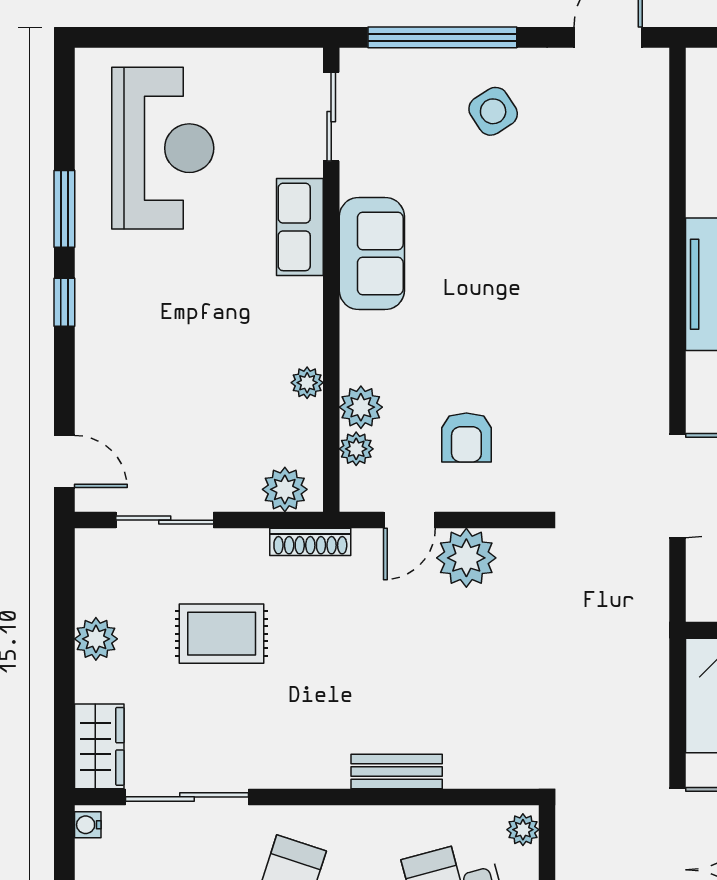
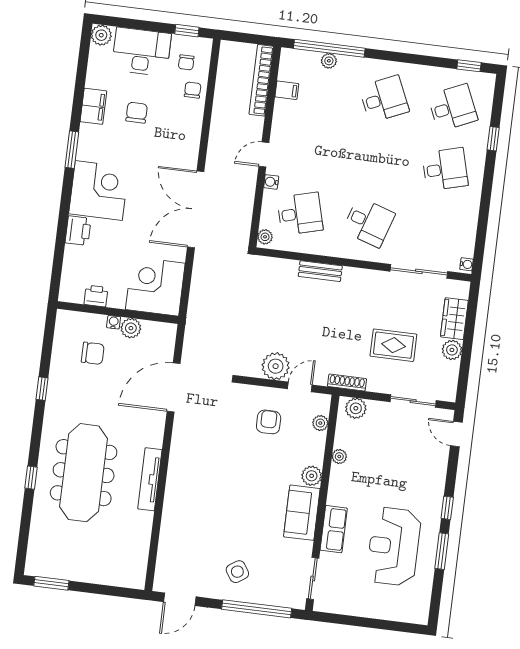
reception desk: (163, 148) -> (394, 547), moved
plant: (361, 407) -> (312, 476), moved
wardrobe: (99, 746) -> (454, 319), moved

